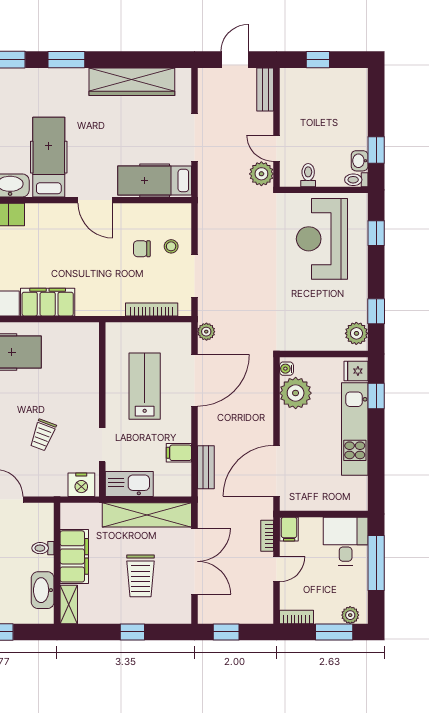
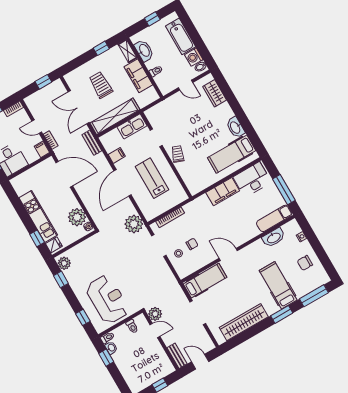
door: (235, 60) -> (200, 362), swing flipped
hospital bed: (49, 157) -> (278, 285), moved, turned 180
plant: (206, 332) -> (134, 224), width x1.87, depth x1.87
door: (195, 380) -> (123, 183), moved
lab bench: (145, 386) -> (152, 178), turned 180
trolley: (43, 435) -> (178, 154), moved
bench: (206, 467) -> (92, 143), moved
door: (277, 471) -> (64, 174), hinge flipped
nightstand: (81, 485) -> (155, 113), removed
door: (277, 569) -> (37, 127), hinge flipped
window: (132, 632) -> (101, 48), moved

